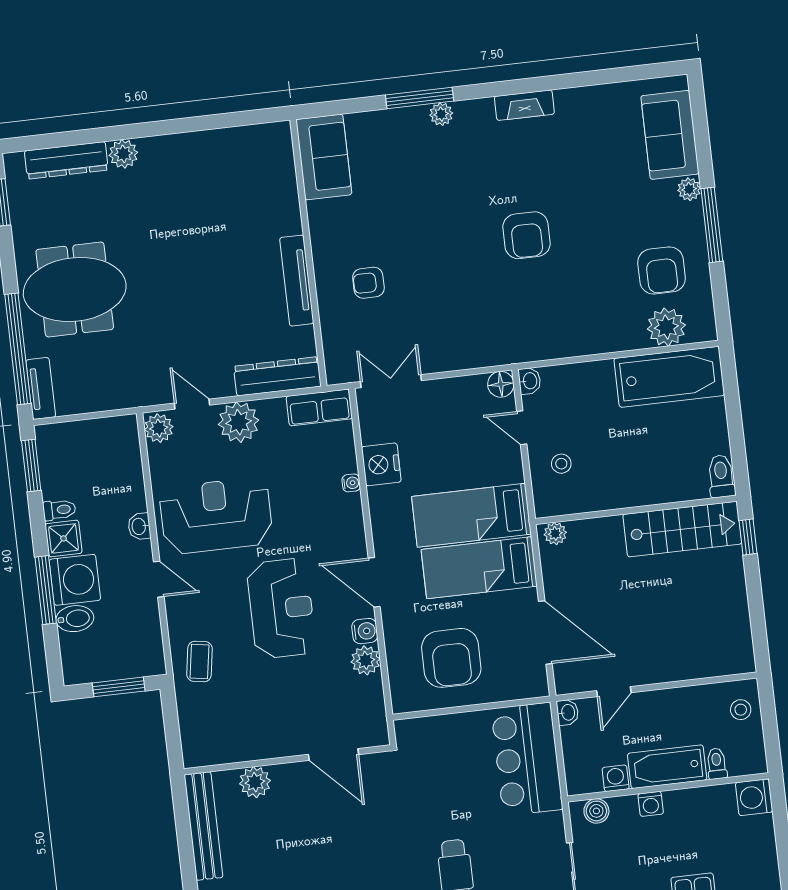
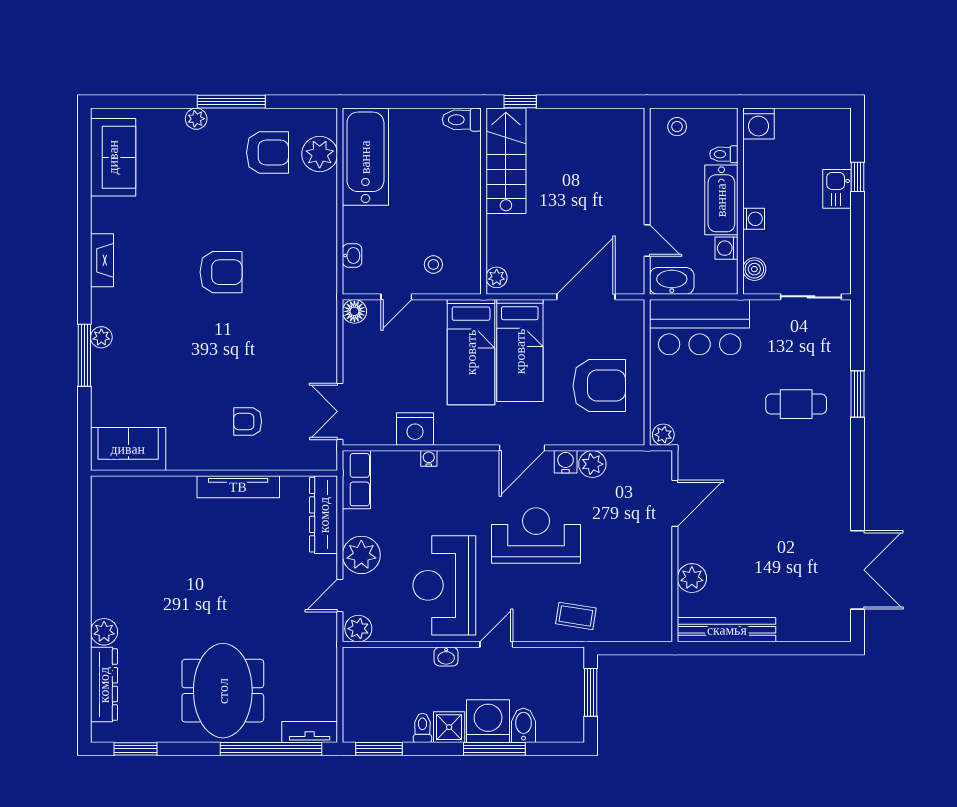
sofa: (670, 135) -> (113, 157), moved, turned -90
armchair: (368, 283) -> (248, 422), turned 90
washbasin: (529, 381) -> (352, 255), moved, turned 90
washbasin: (568, 712) -> (672, 281), width x1.91, depth x1.45
plant: (406, 733) -> (663, 435), added

